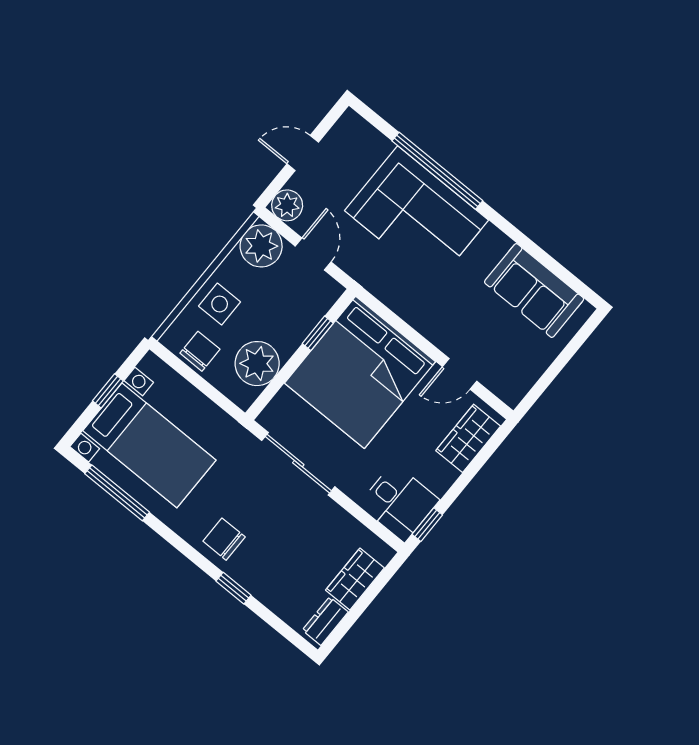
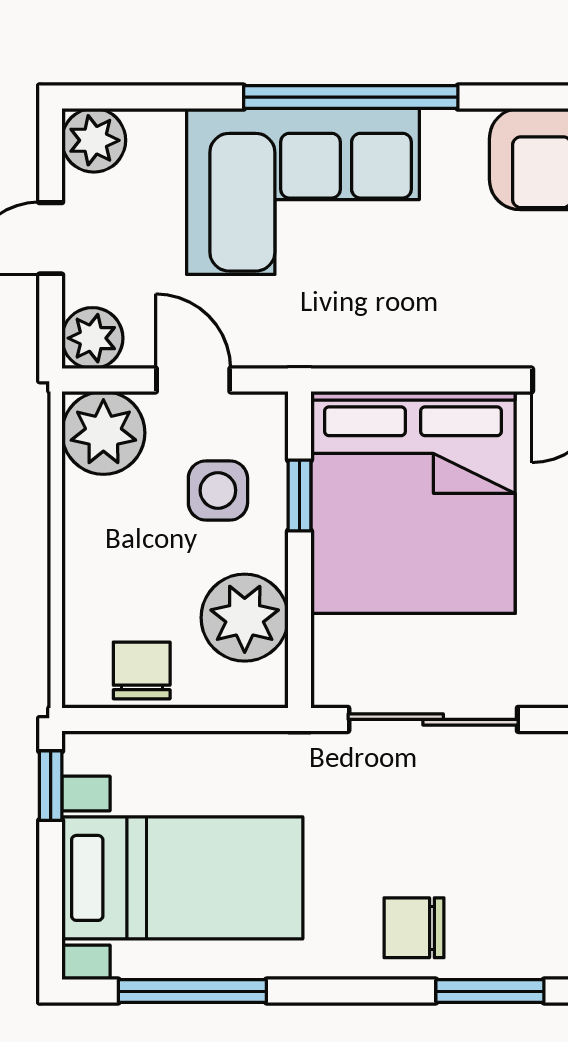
plant: (351, 128) -> (94, 140), added
window: (437, 171) -> (351, 97), moved
side table: (220, 304) -> (218, 490), moved
window: (108, 391) -> (51, 786), moved
window: (234, 588) -> (490, 991), width x1.50

